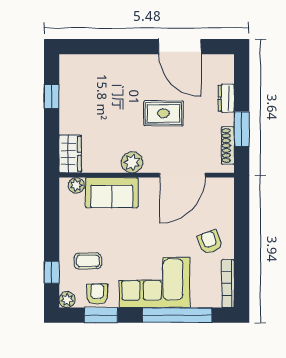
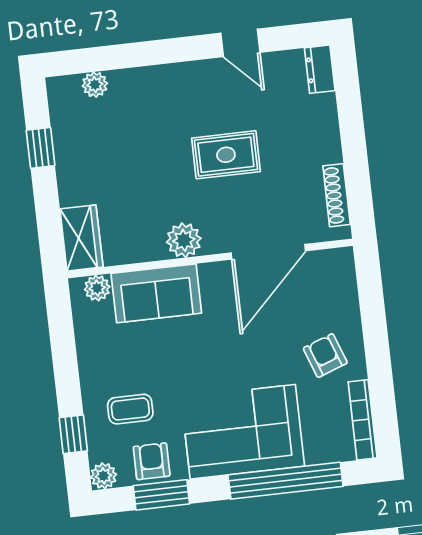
door: (180, 47) -> (240, 43), width x0.53
plant: (89, 62) -> (95, 85), added
dresser: (226, 98) -> (320, 69), moved
window: (242, 129) -> (356, 166), removed

